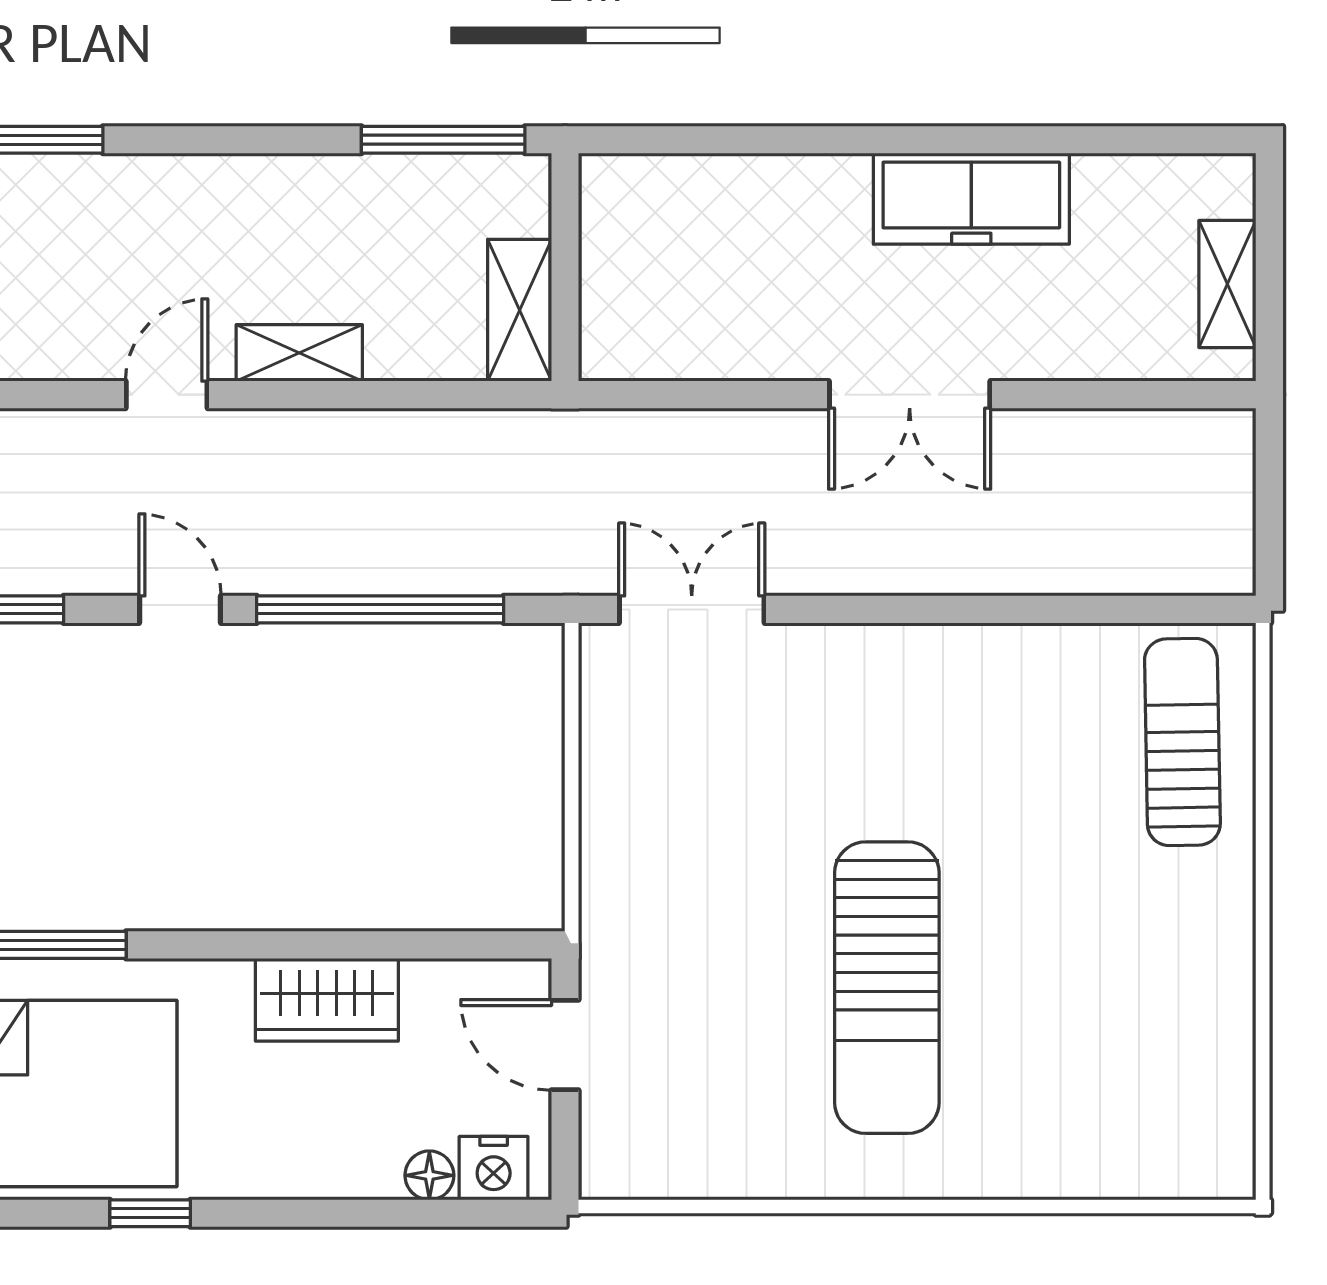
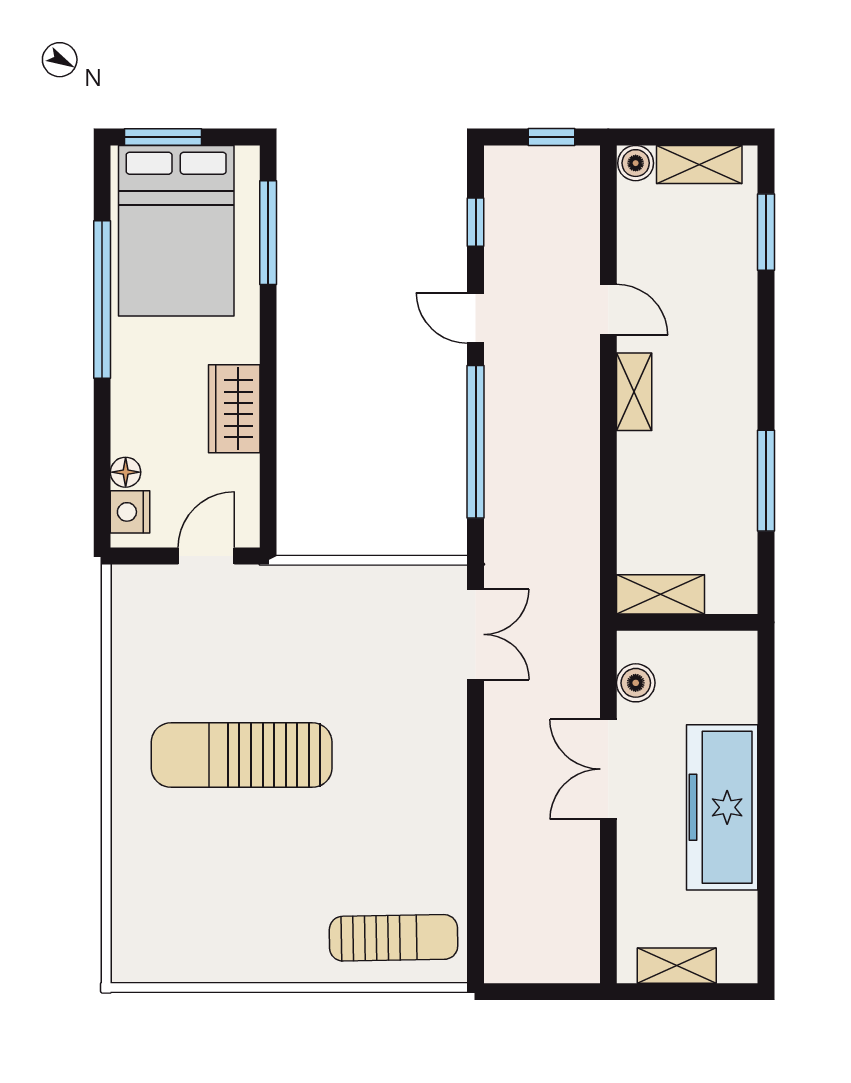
freezer: (971, 199) -> (722, 807), width x1.36, depth x1.26
wall: (565, 267) -> (687, 622), moved
shelving: (520, 310) -> (661, 594), moved
boiler: (770, 350) -> (636, 683), added
door: (180, 609) -> (476, 318), swing flipped
window: (150, 1213) -> (102, 299), width x3.17

